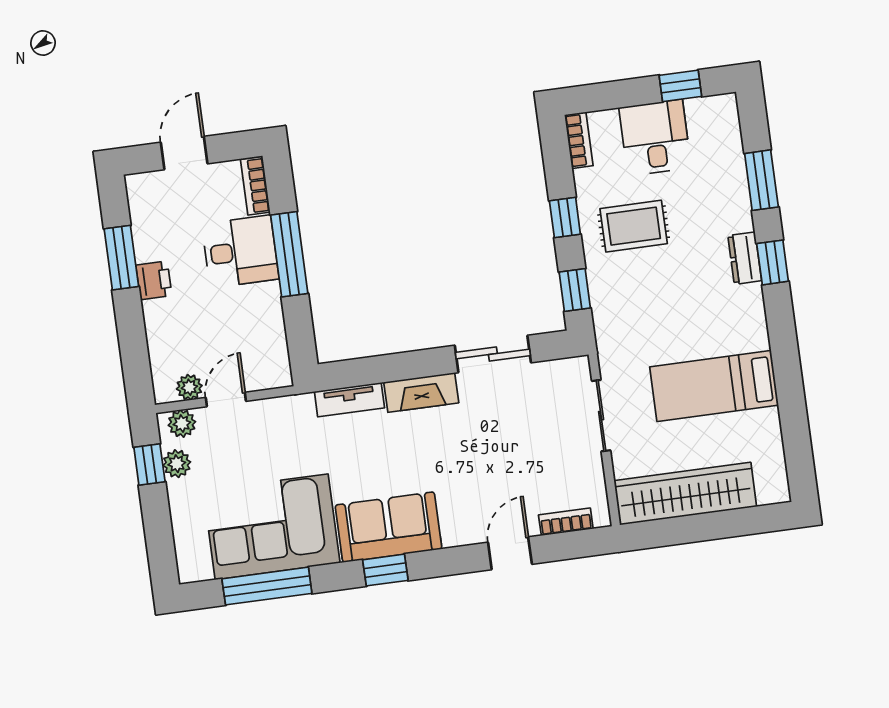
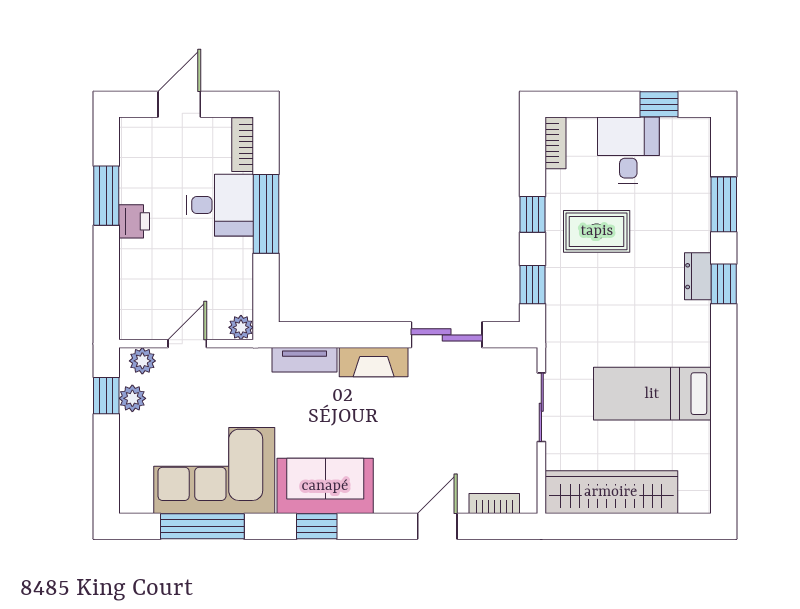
plant: (189, 387) -> (241, 327), moved

